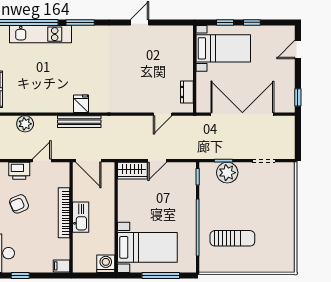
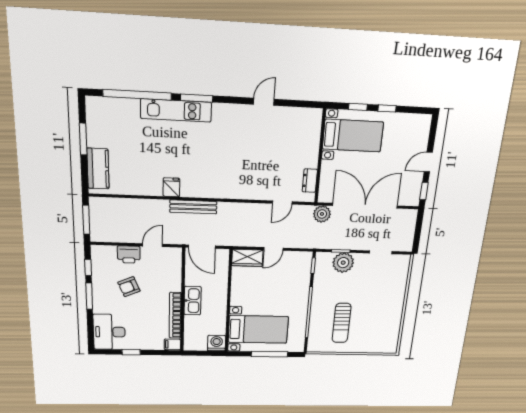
kitchen unit: (41, 34) -> (176, 110), moved
door: (298, 49) -> (428, 162), moved
fridge: (81, 104) -> (171, 187), moved
plant: (25, 124) -> (322, 214), moved
bookcase: (64, 213) -> (175, 315), moved
sun lounger: (232, 238) -> (342, 323), turned 90

